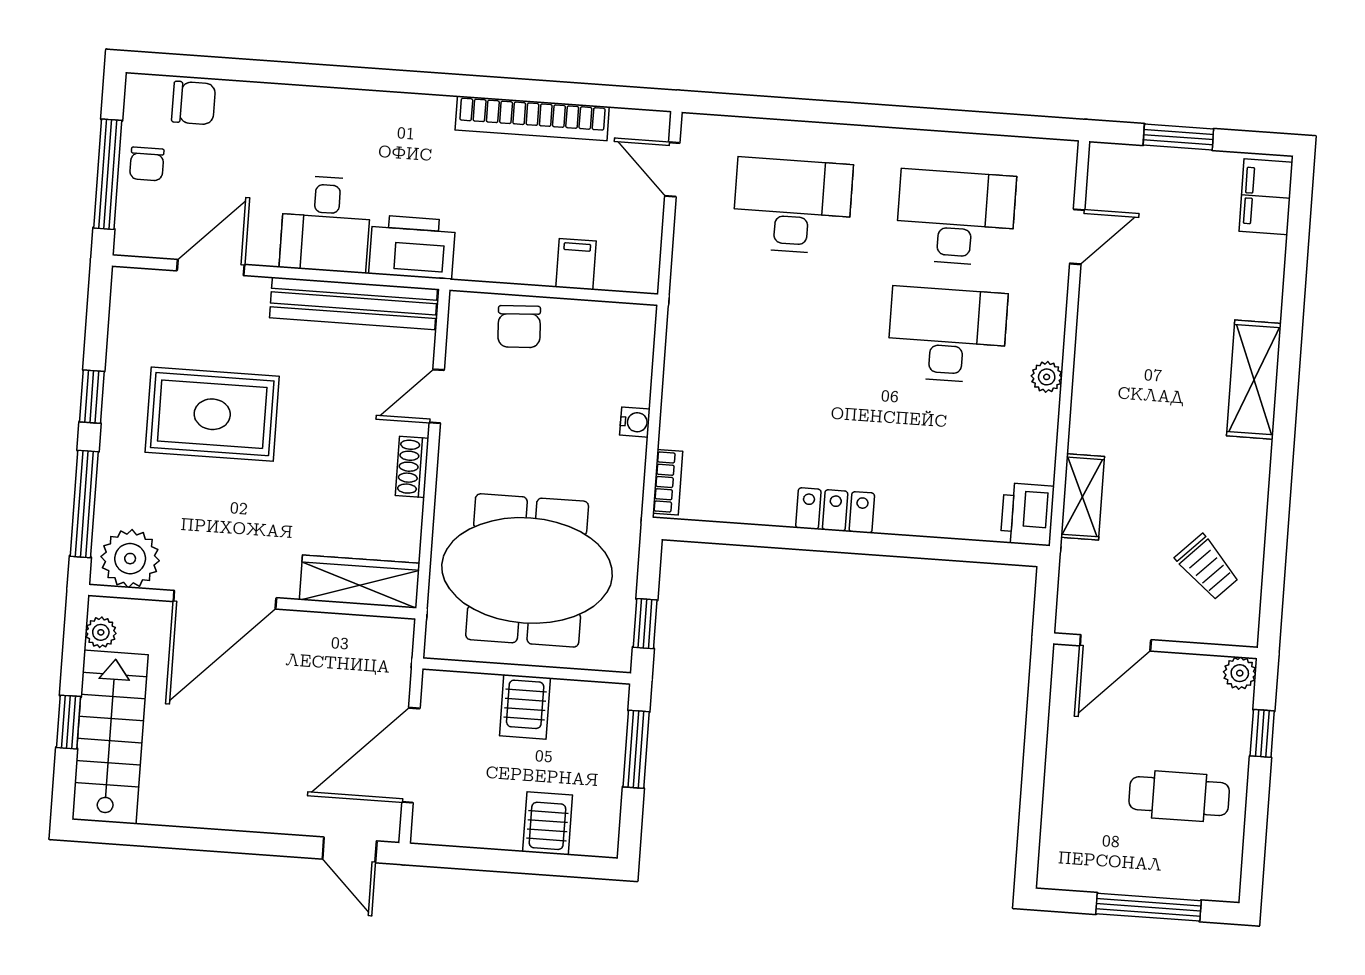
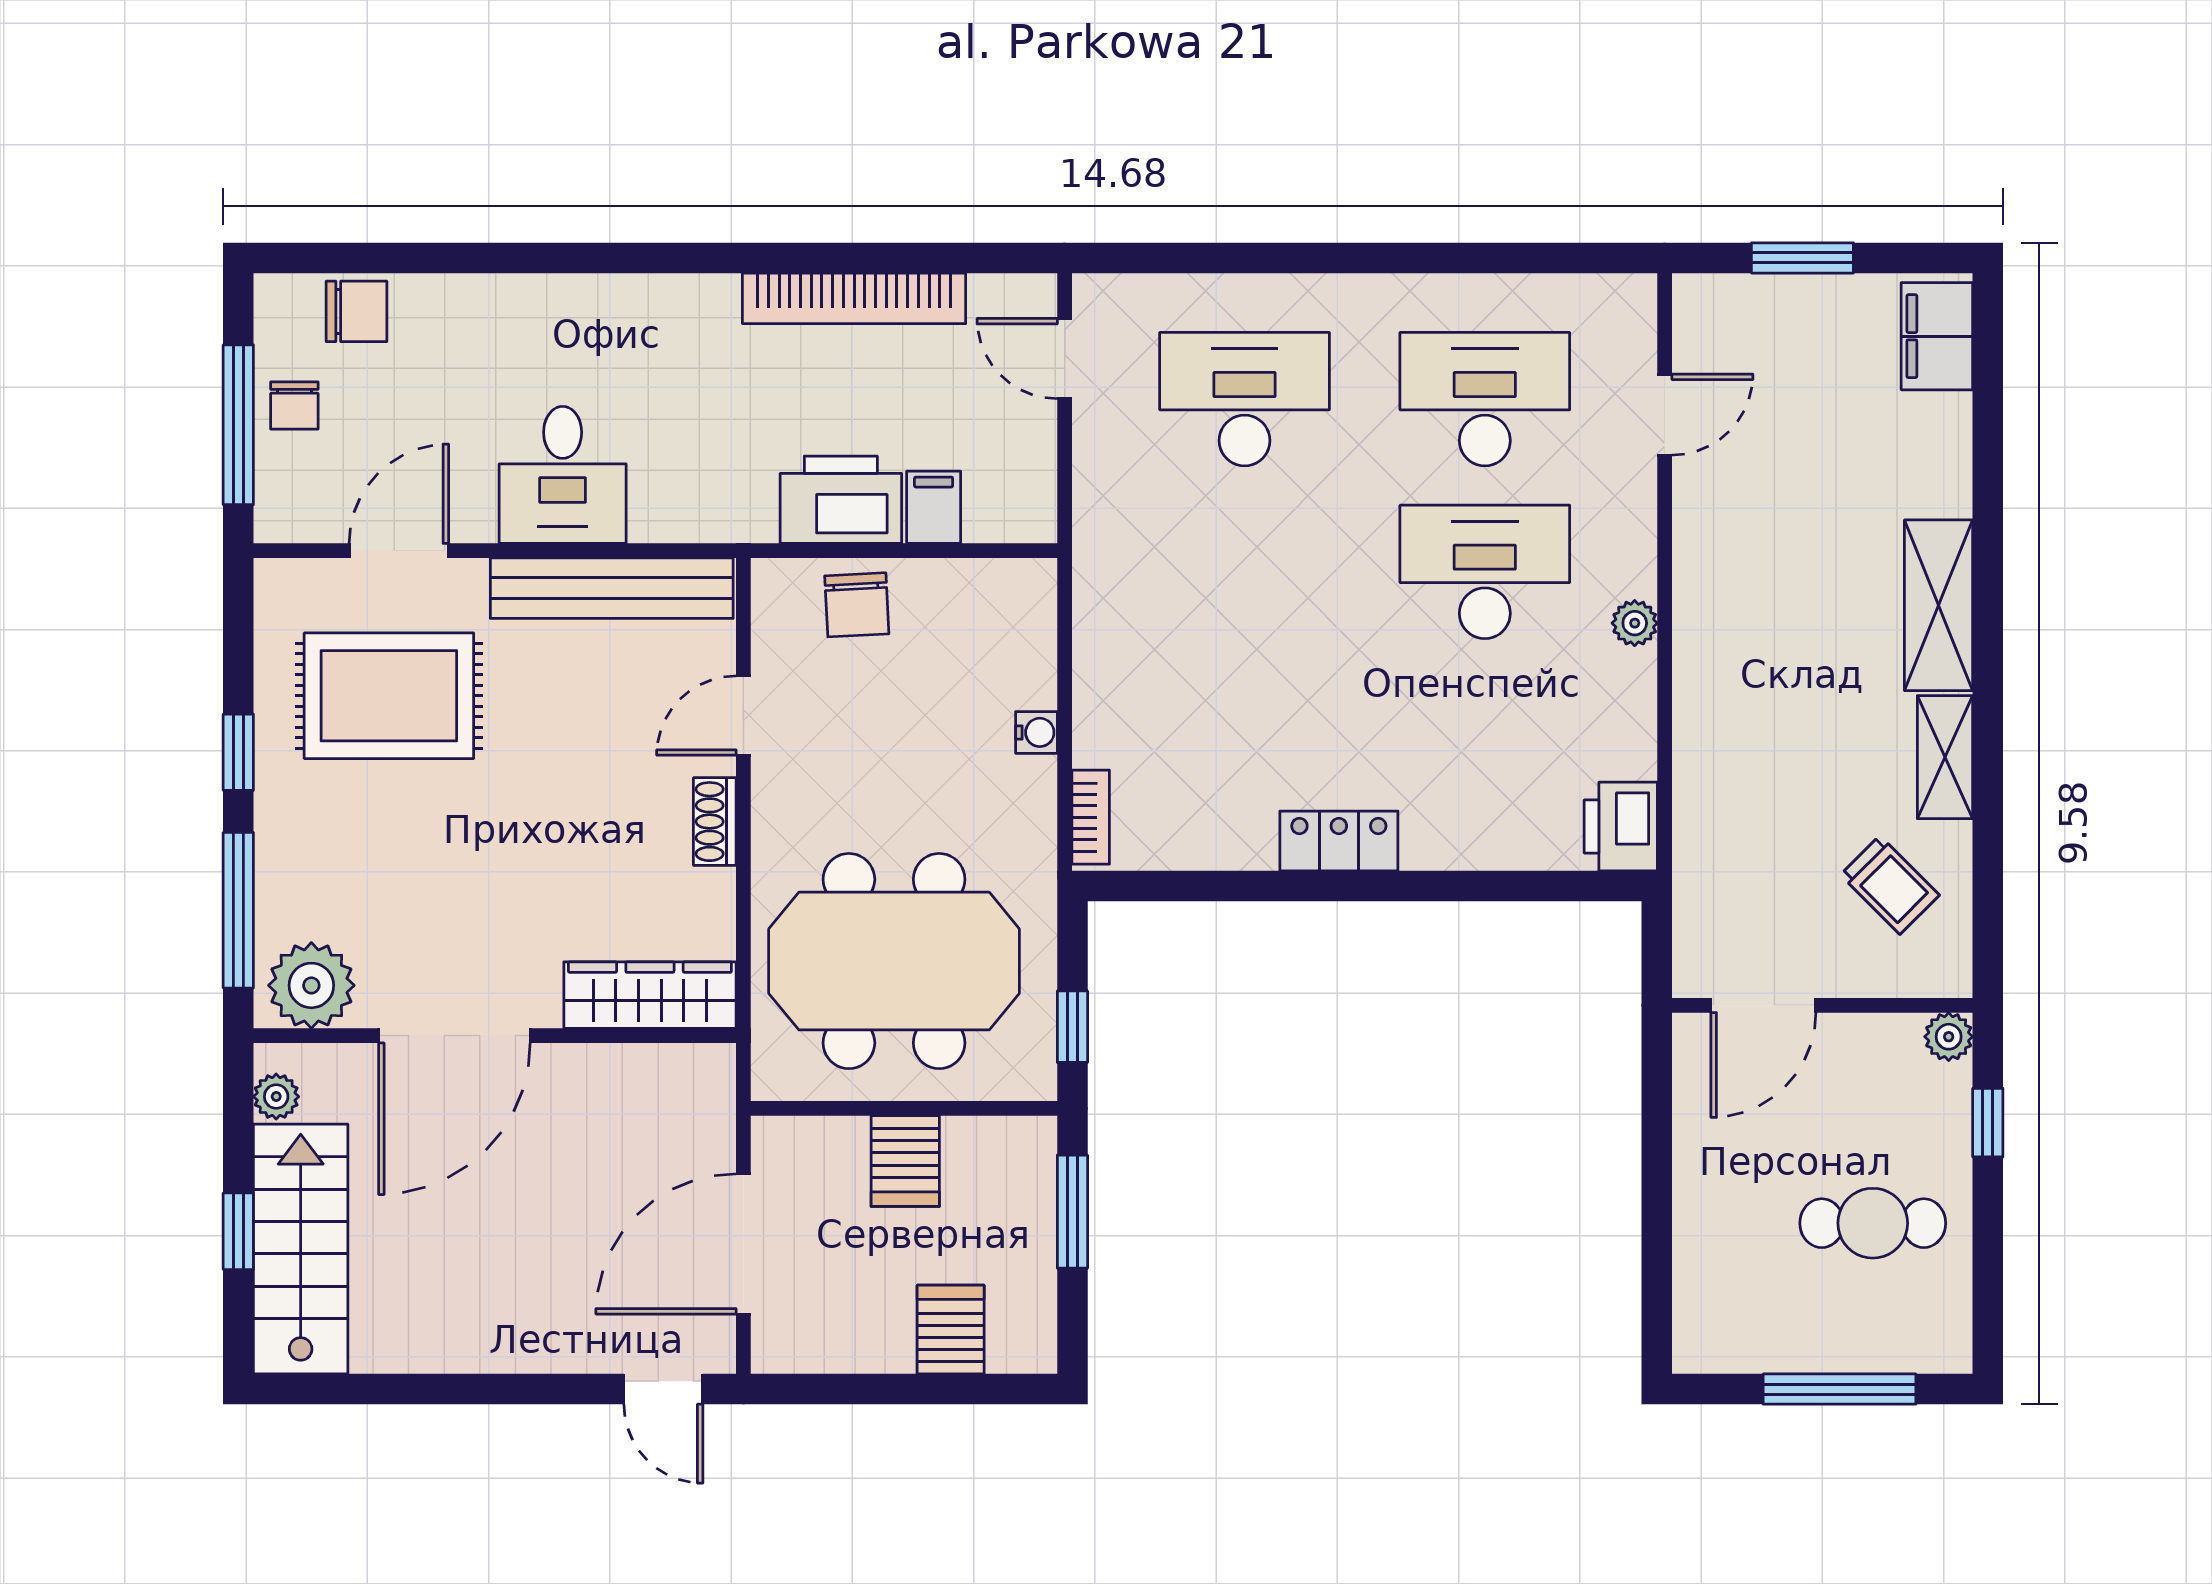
printer: (412, 247) -> (841, 500), moved
rug: (212, 414) -> (389, 696), moved
shelving: (1082, 497) -> (1945, 757), moved

